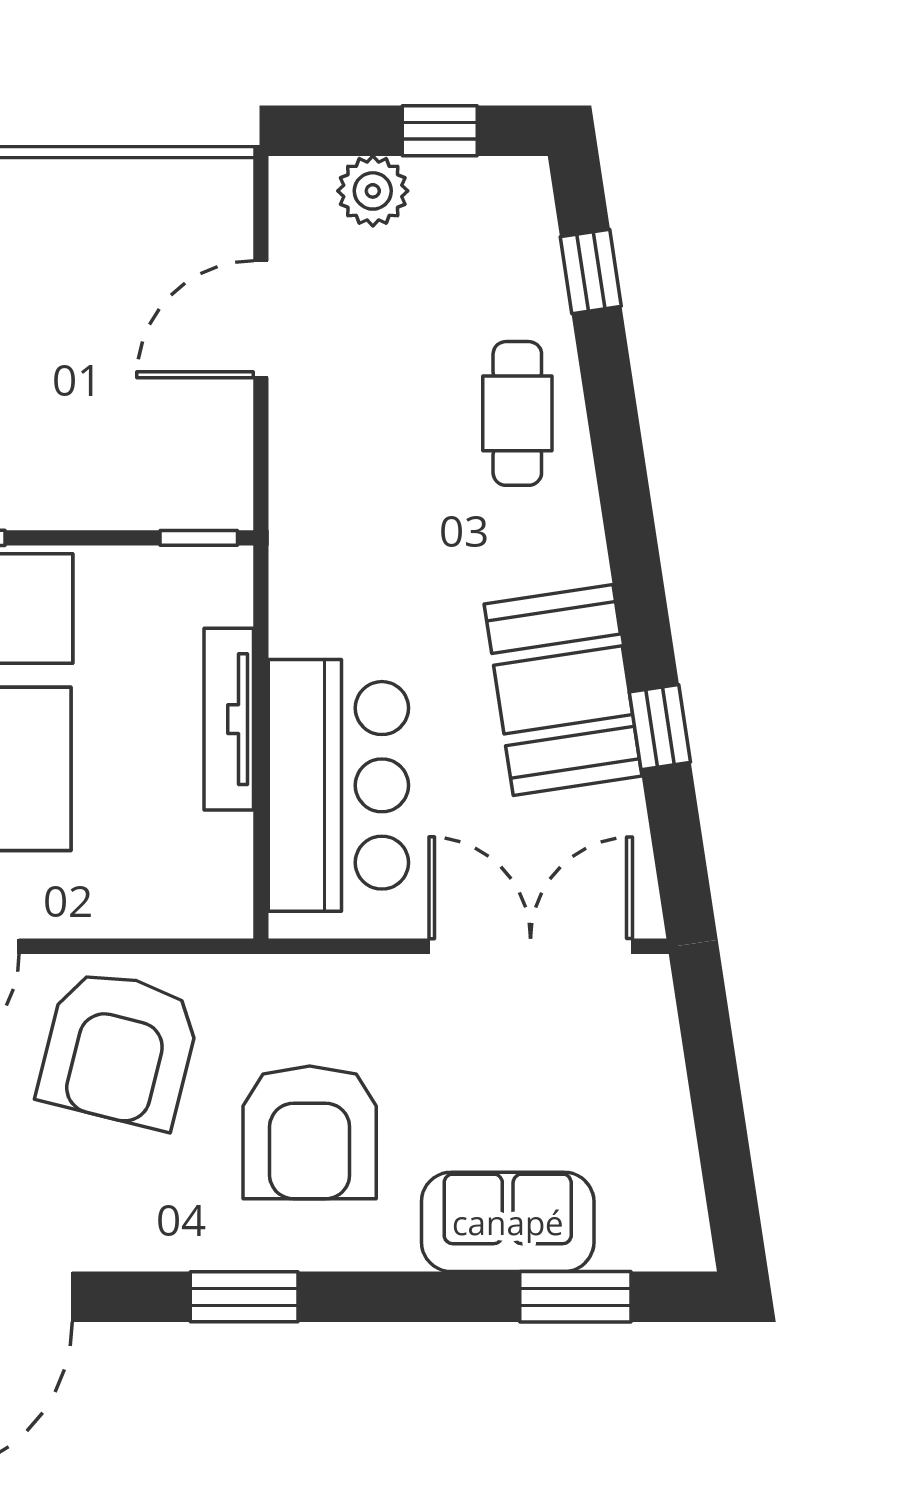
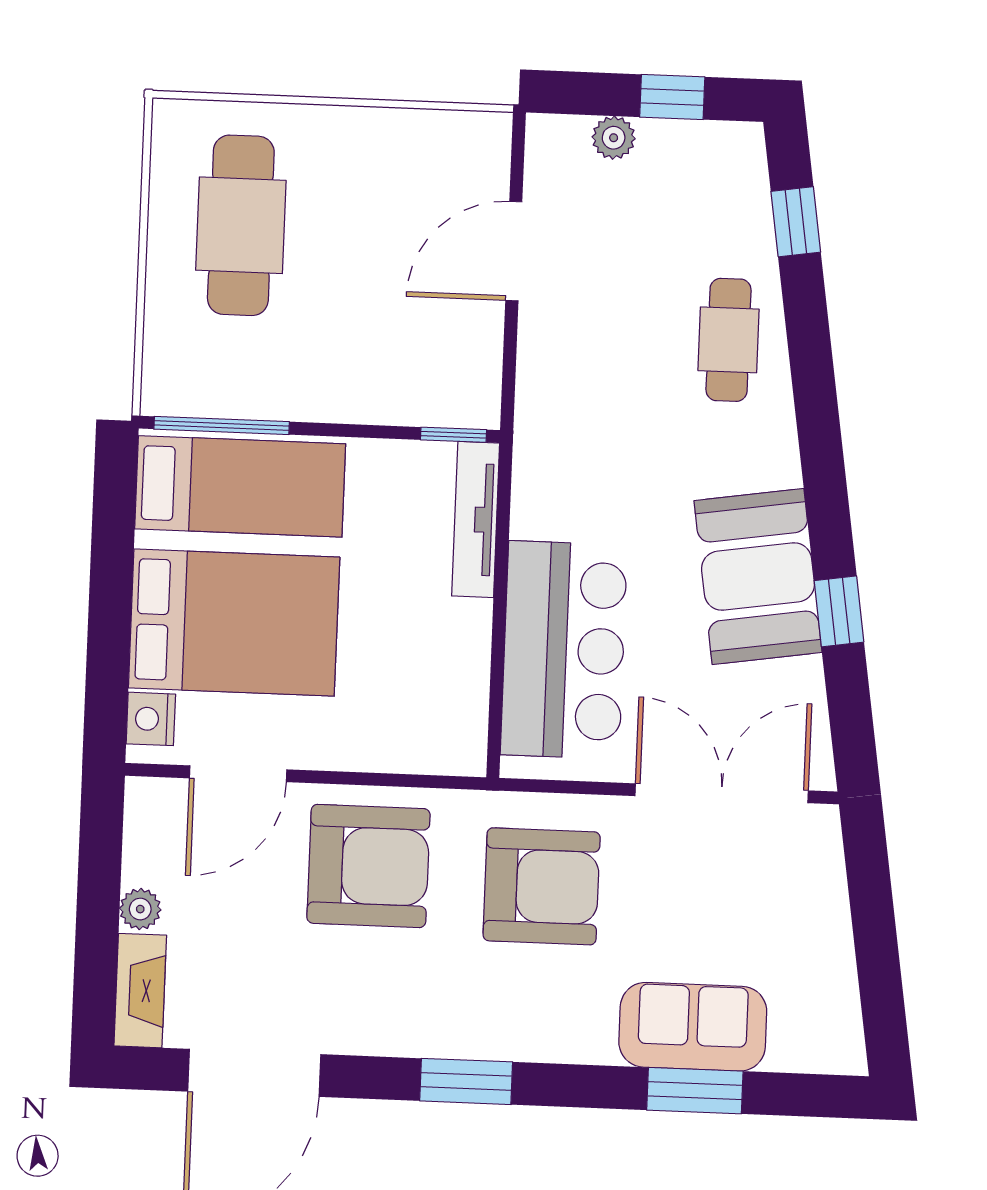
plant: (373, 191) -> (614, 138), width x0.73, depth x0.73
tv unit: (229, 719) -> (476, 519), moved
armchair: (119, 1048) -> (368, 866), turned -104
armchair: (310, 1132) -> (542, 886), moved, turned -90
window: (575, 1297) -> (695, 1091), moved

